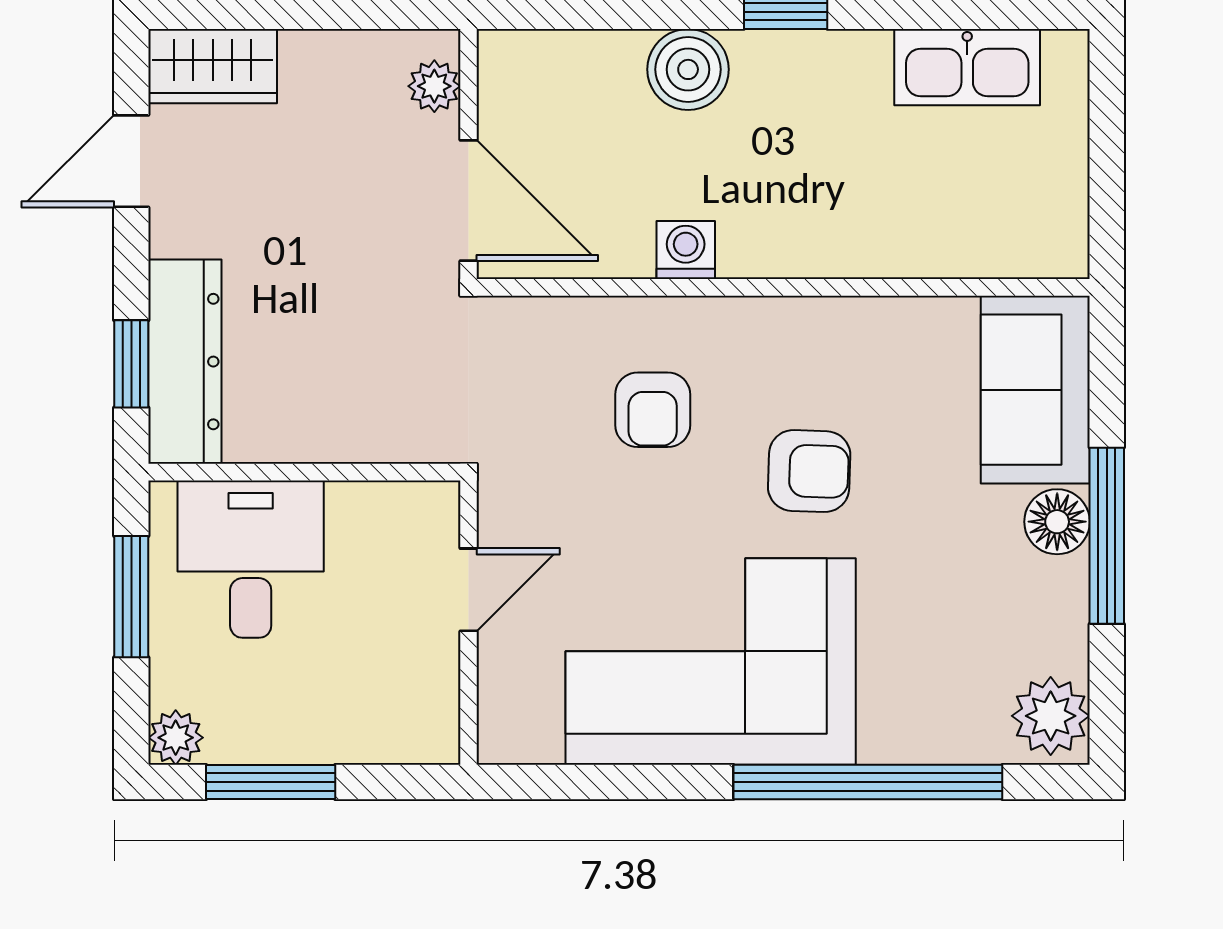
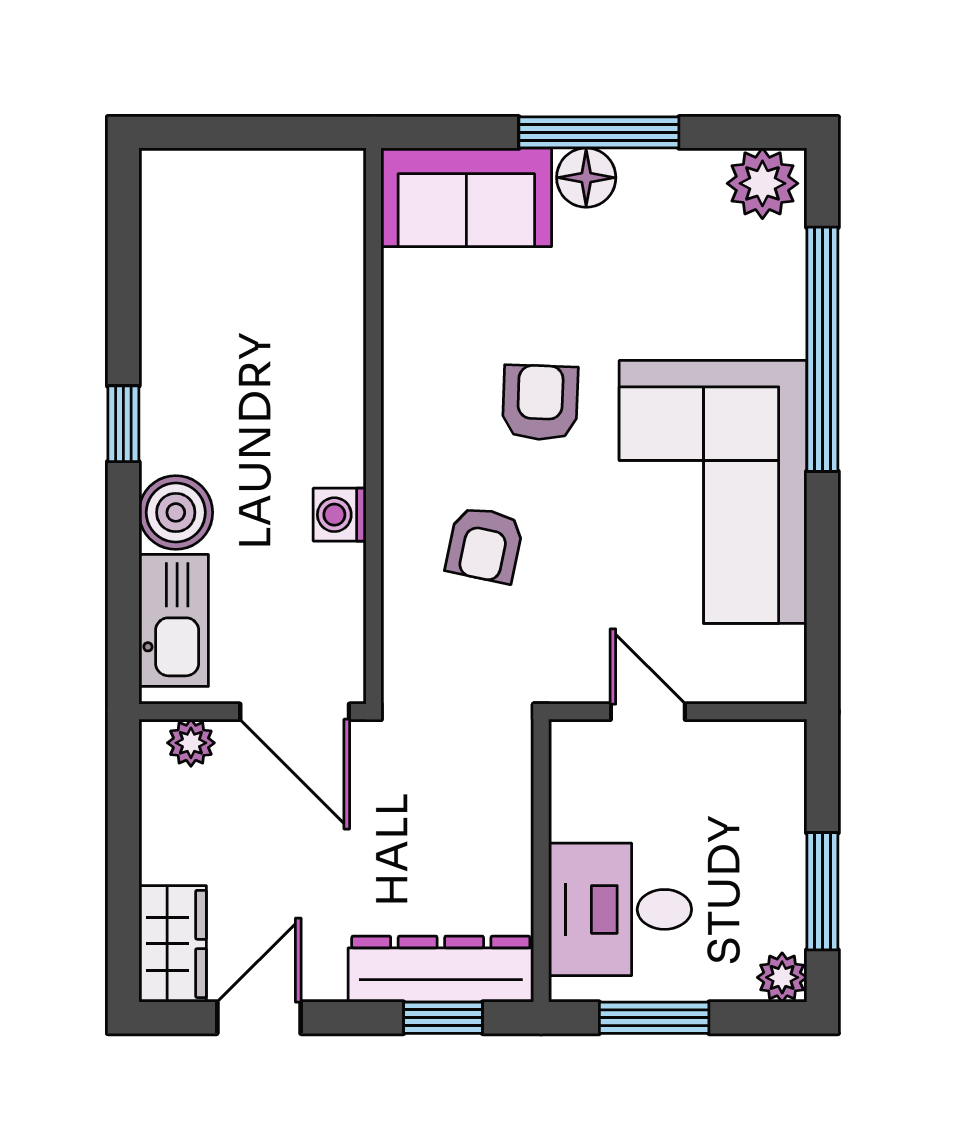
kitchen sink: (967, 67) -> (174, 620), moved
door: (131, 161) -> (259, 1018), swing flipped
door: (469, 200) -> (295, 712), swing flipped
armchair: (653, 410) -> (485, 545), turned 102

